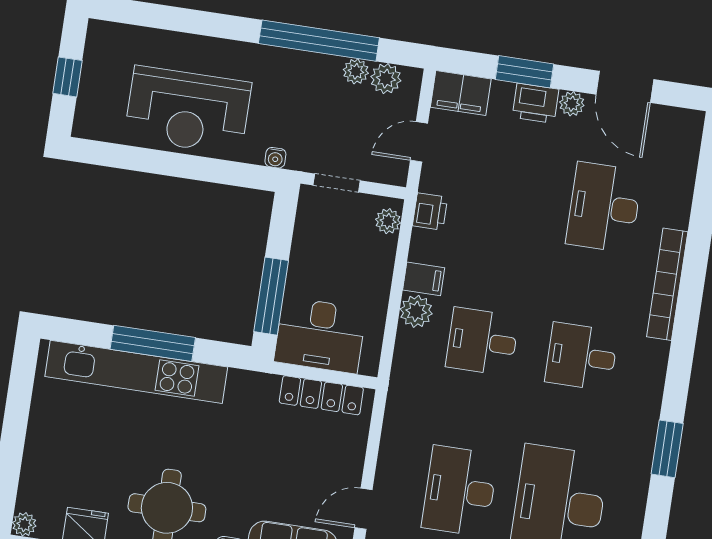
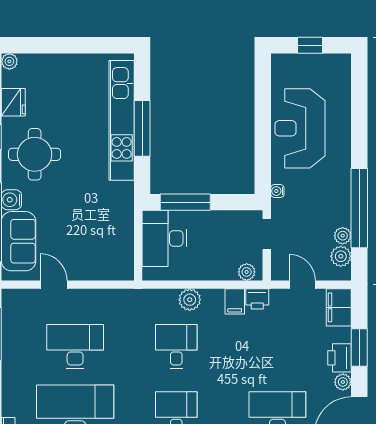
filing cabinet: (424, 279) -> (235, 301), moved
locker: (321, 395) -> (125, 245), removed

